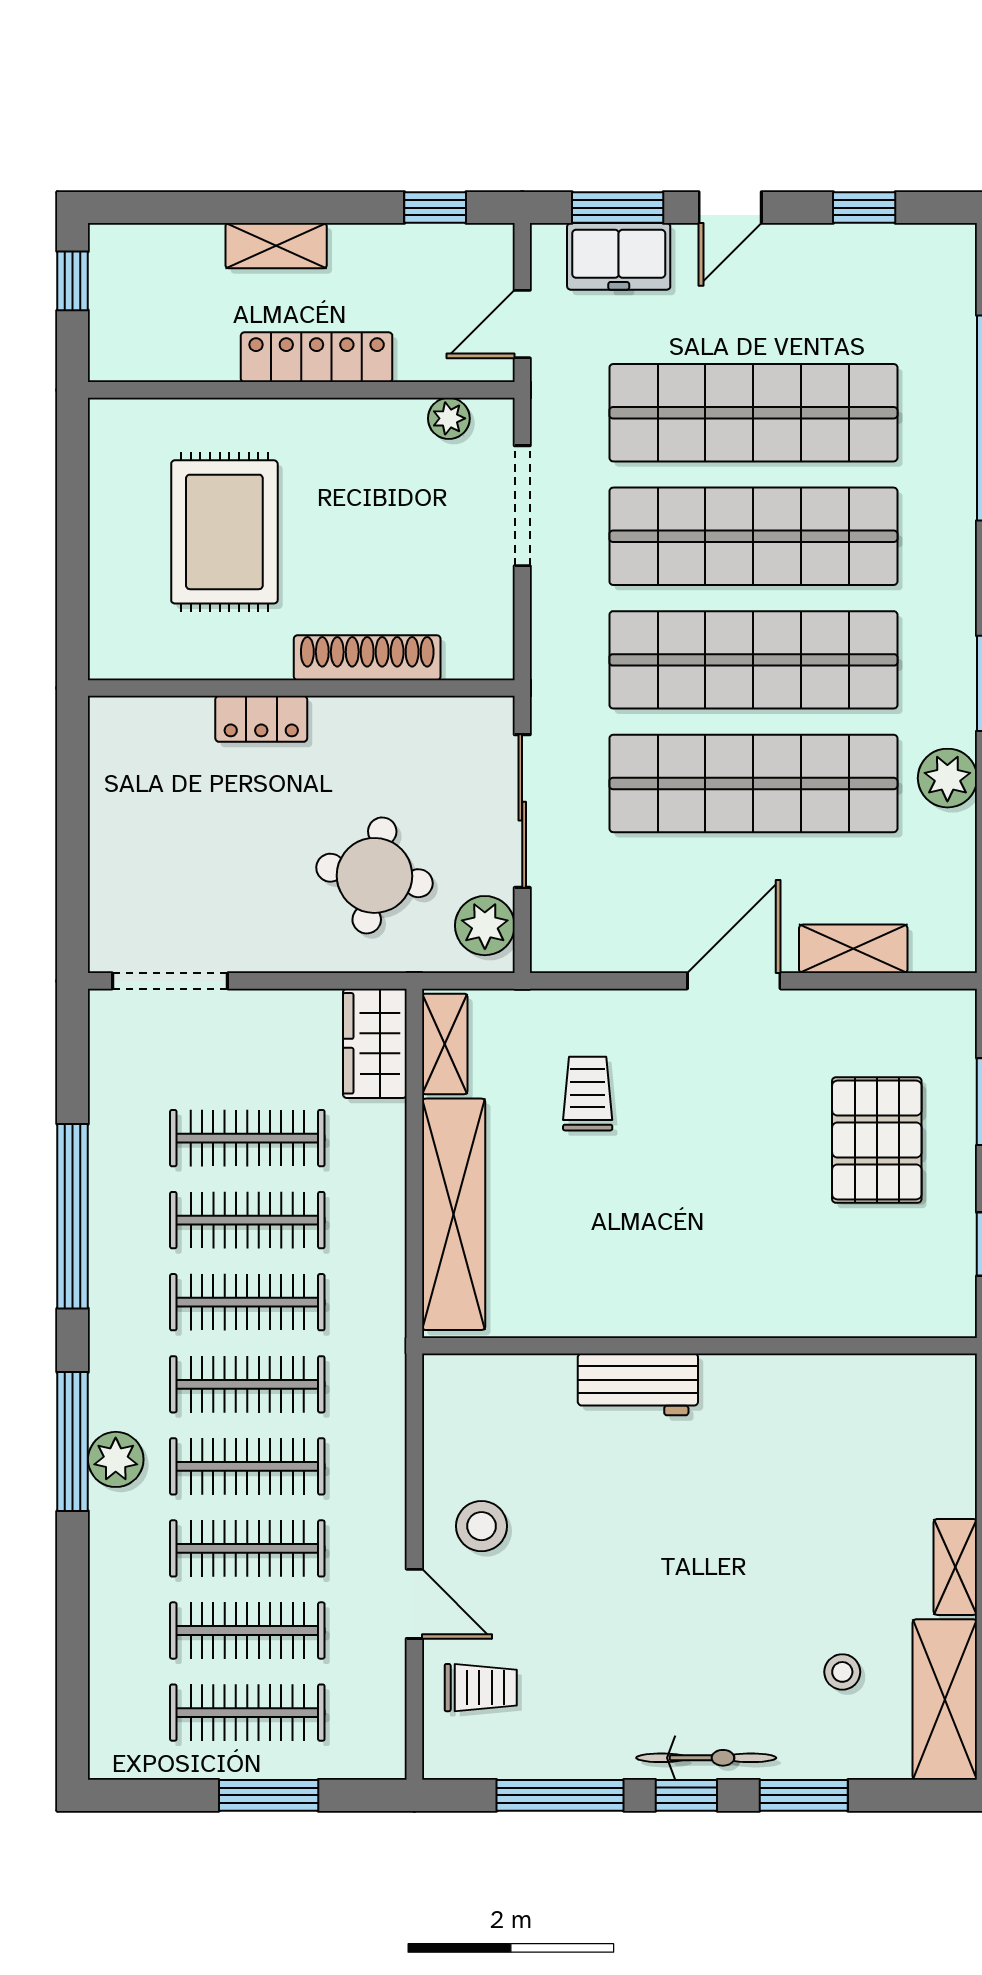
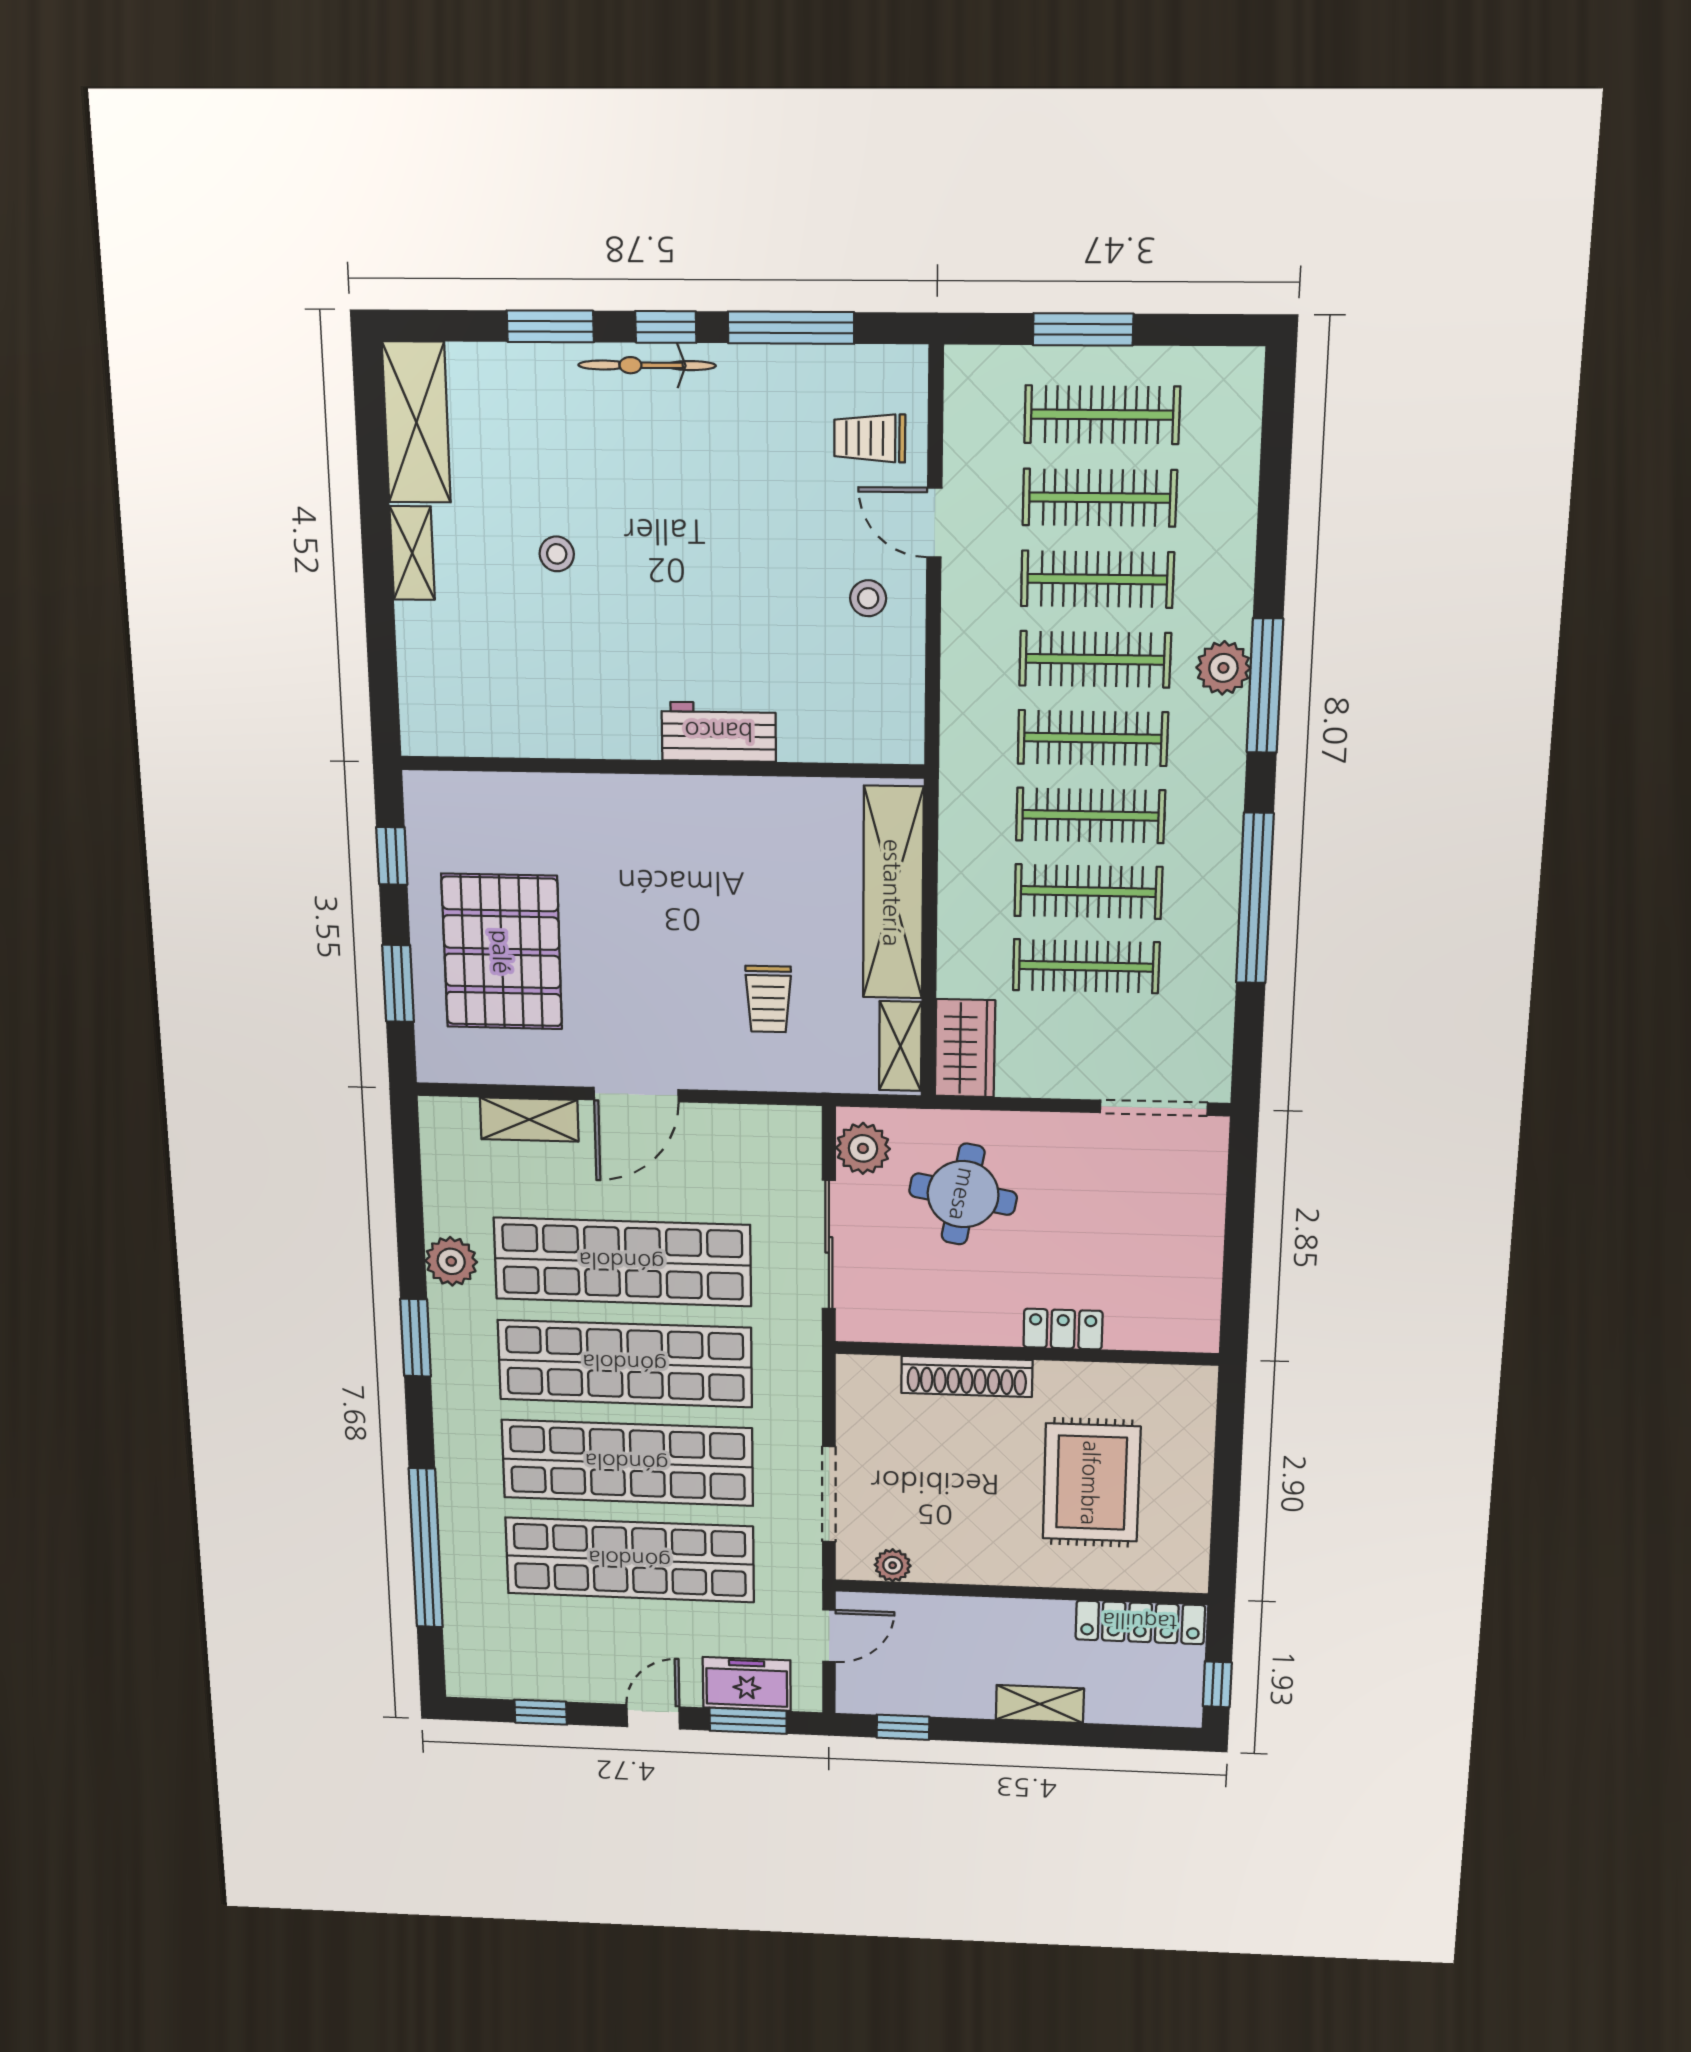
locker: (317, 357) -> (1140, 1622), moved
pallet: (877, 1140) -> (502, 952), width x1.37, depth x1.41
stool: (482, 1526) -> (868, 598), width x0.73, depth x0.73
stool: (842, 1672) -> (557, 554), moved

